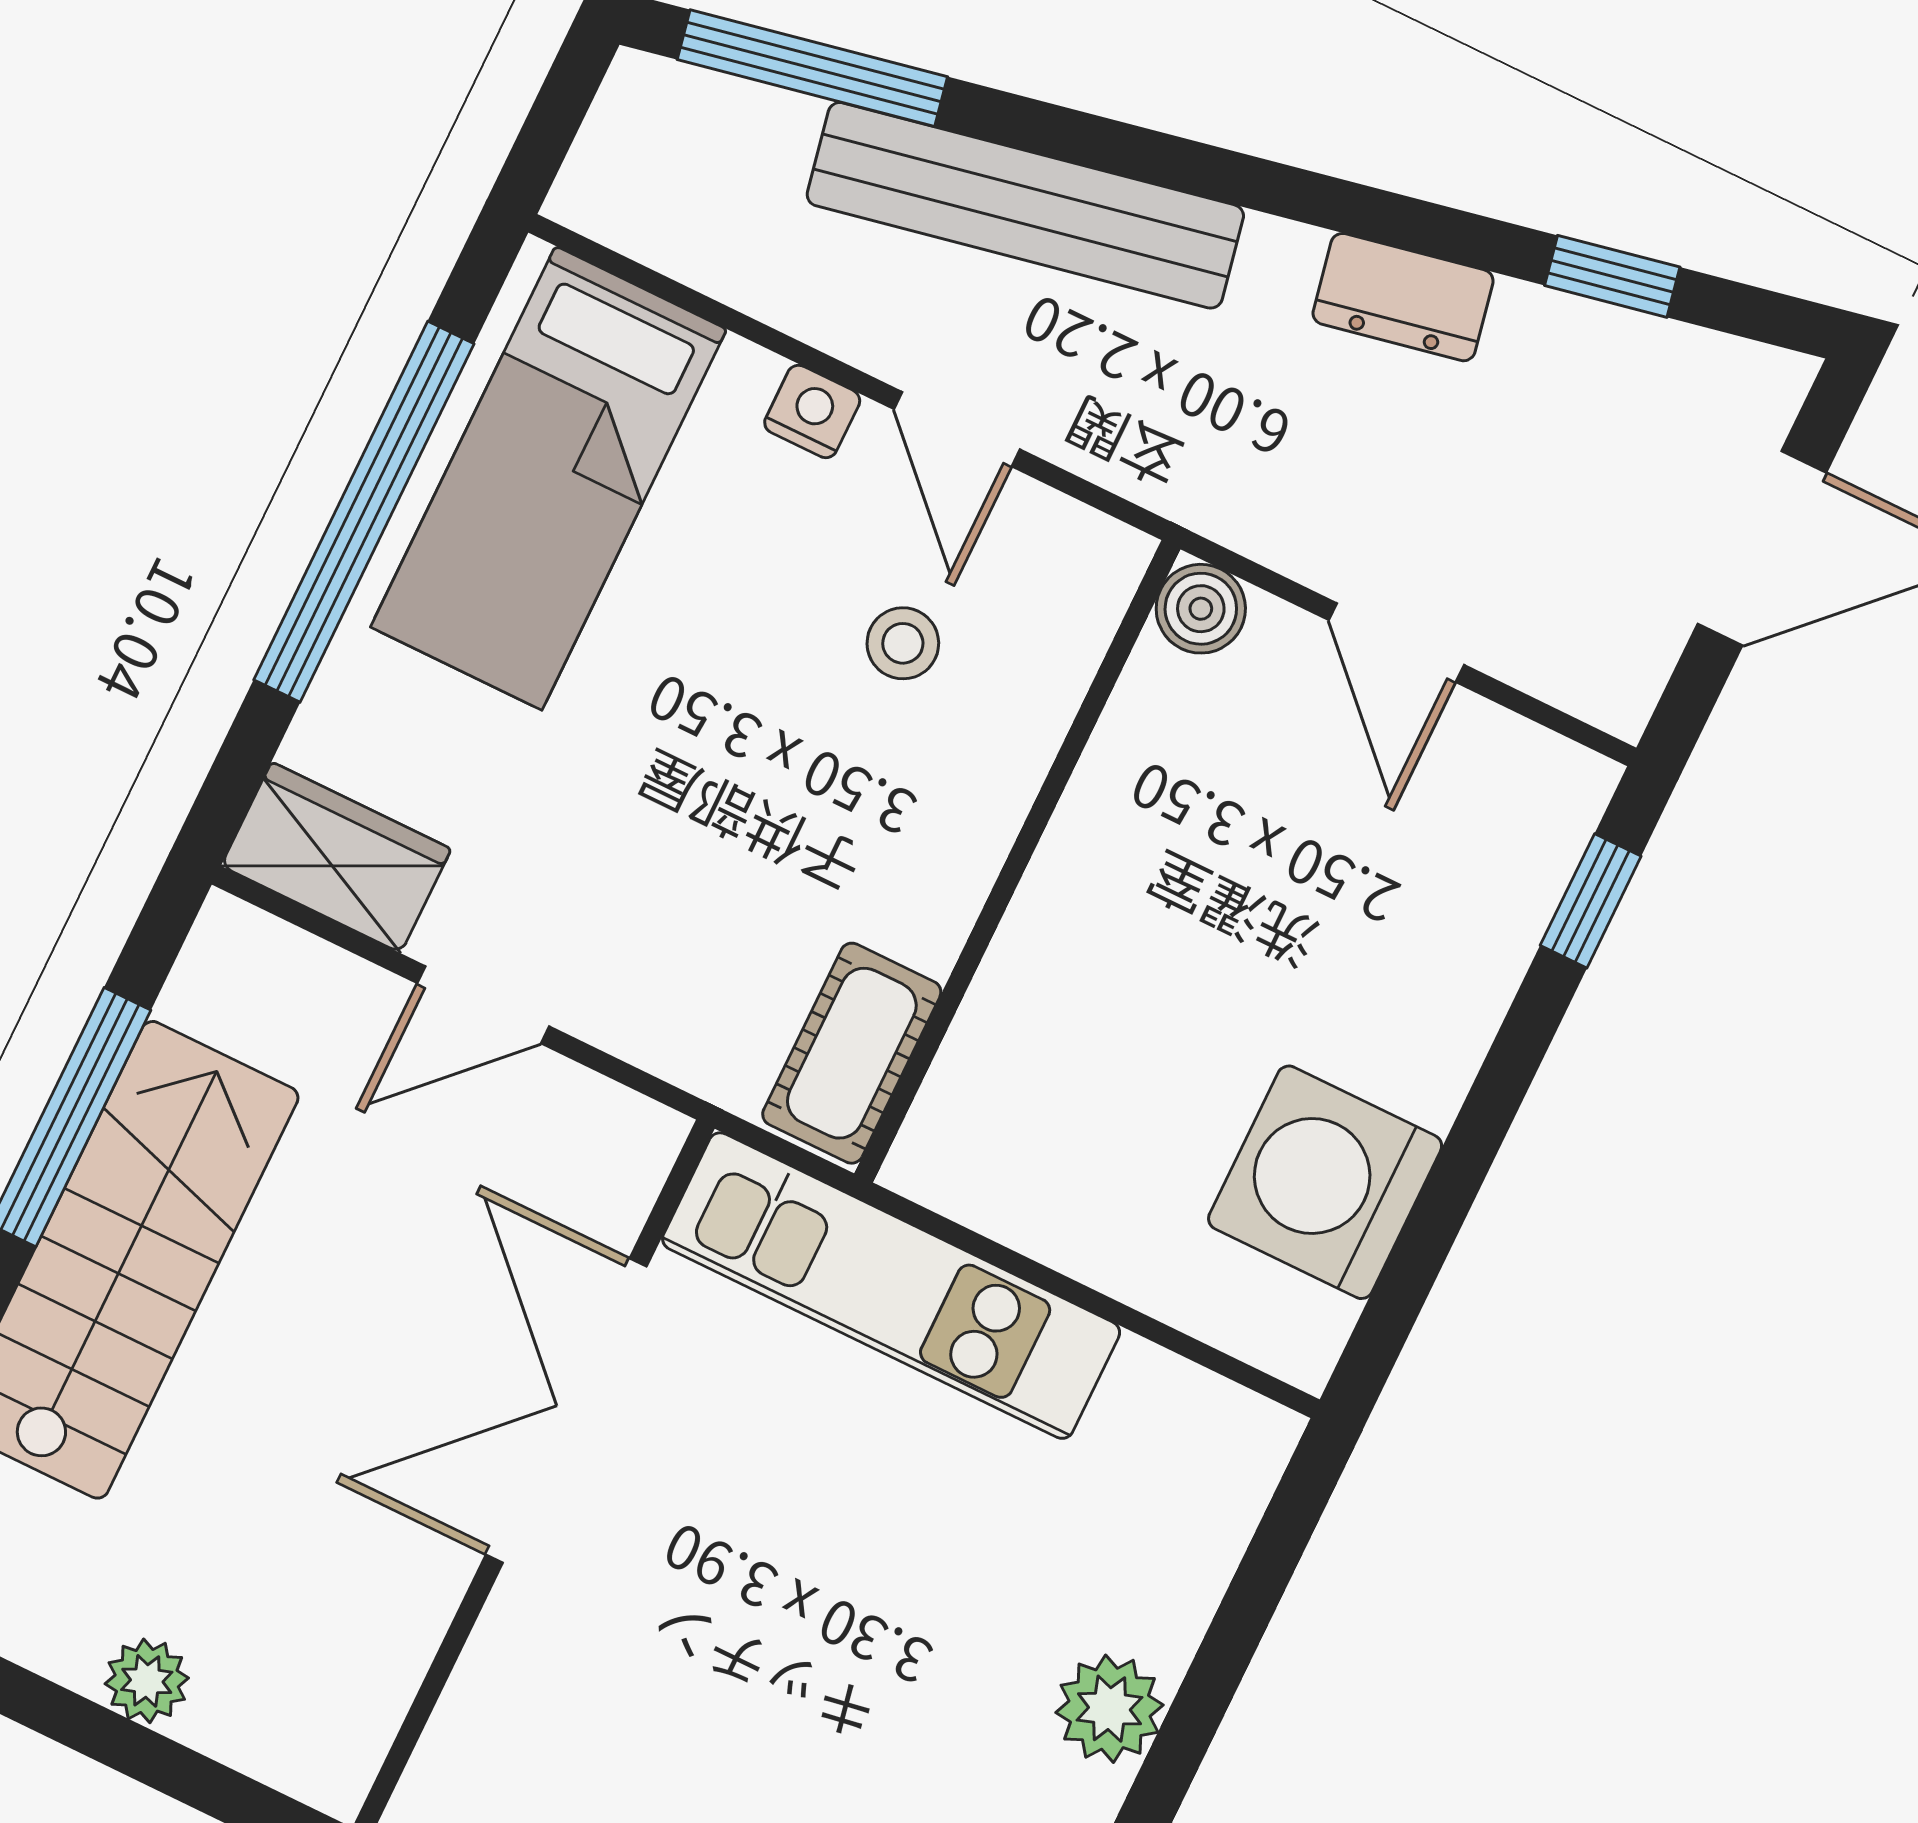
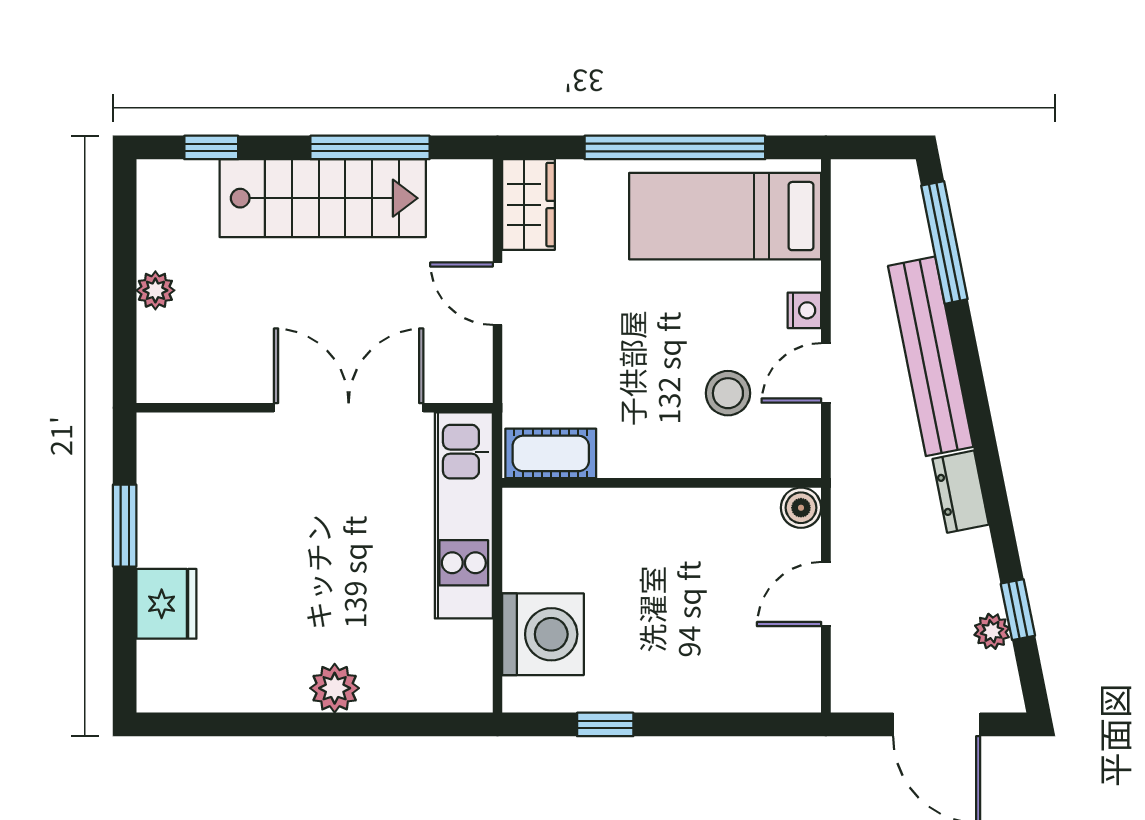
dresser: (1403, 297) -> (961, 492), moved
plant: (1630, 349) -> (992, 631), added
stool: (903, 643) -> (728, 393), width x1.37, depth x1.37
window: (1591, 901) -> (605, 724), moved
washing machine: (1325, 1182) -> (543, 634), moved, turned 90

